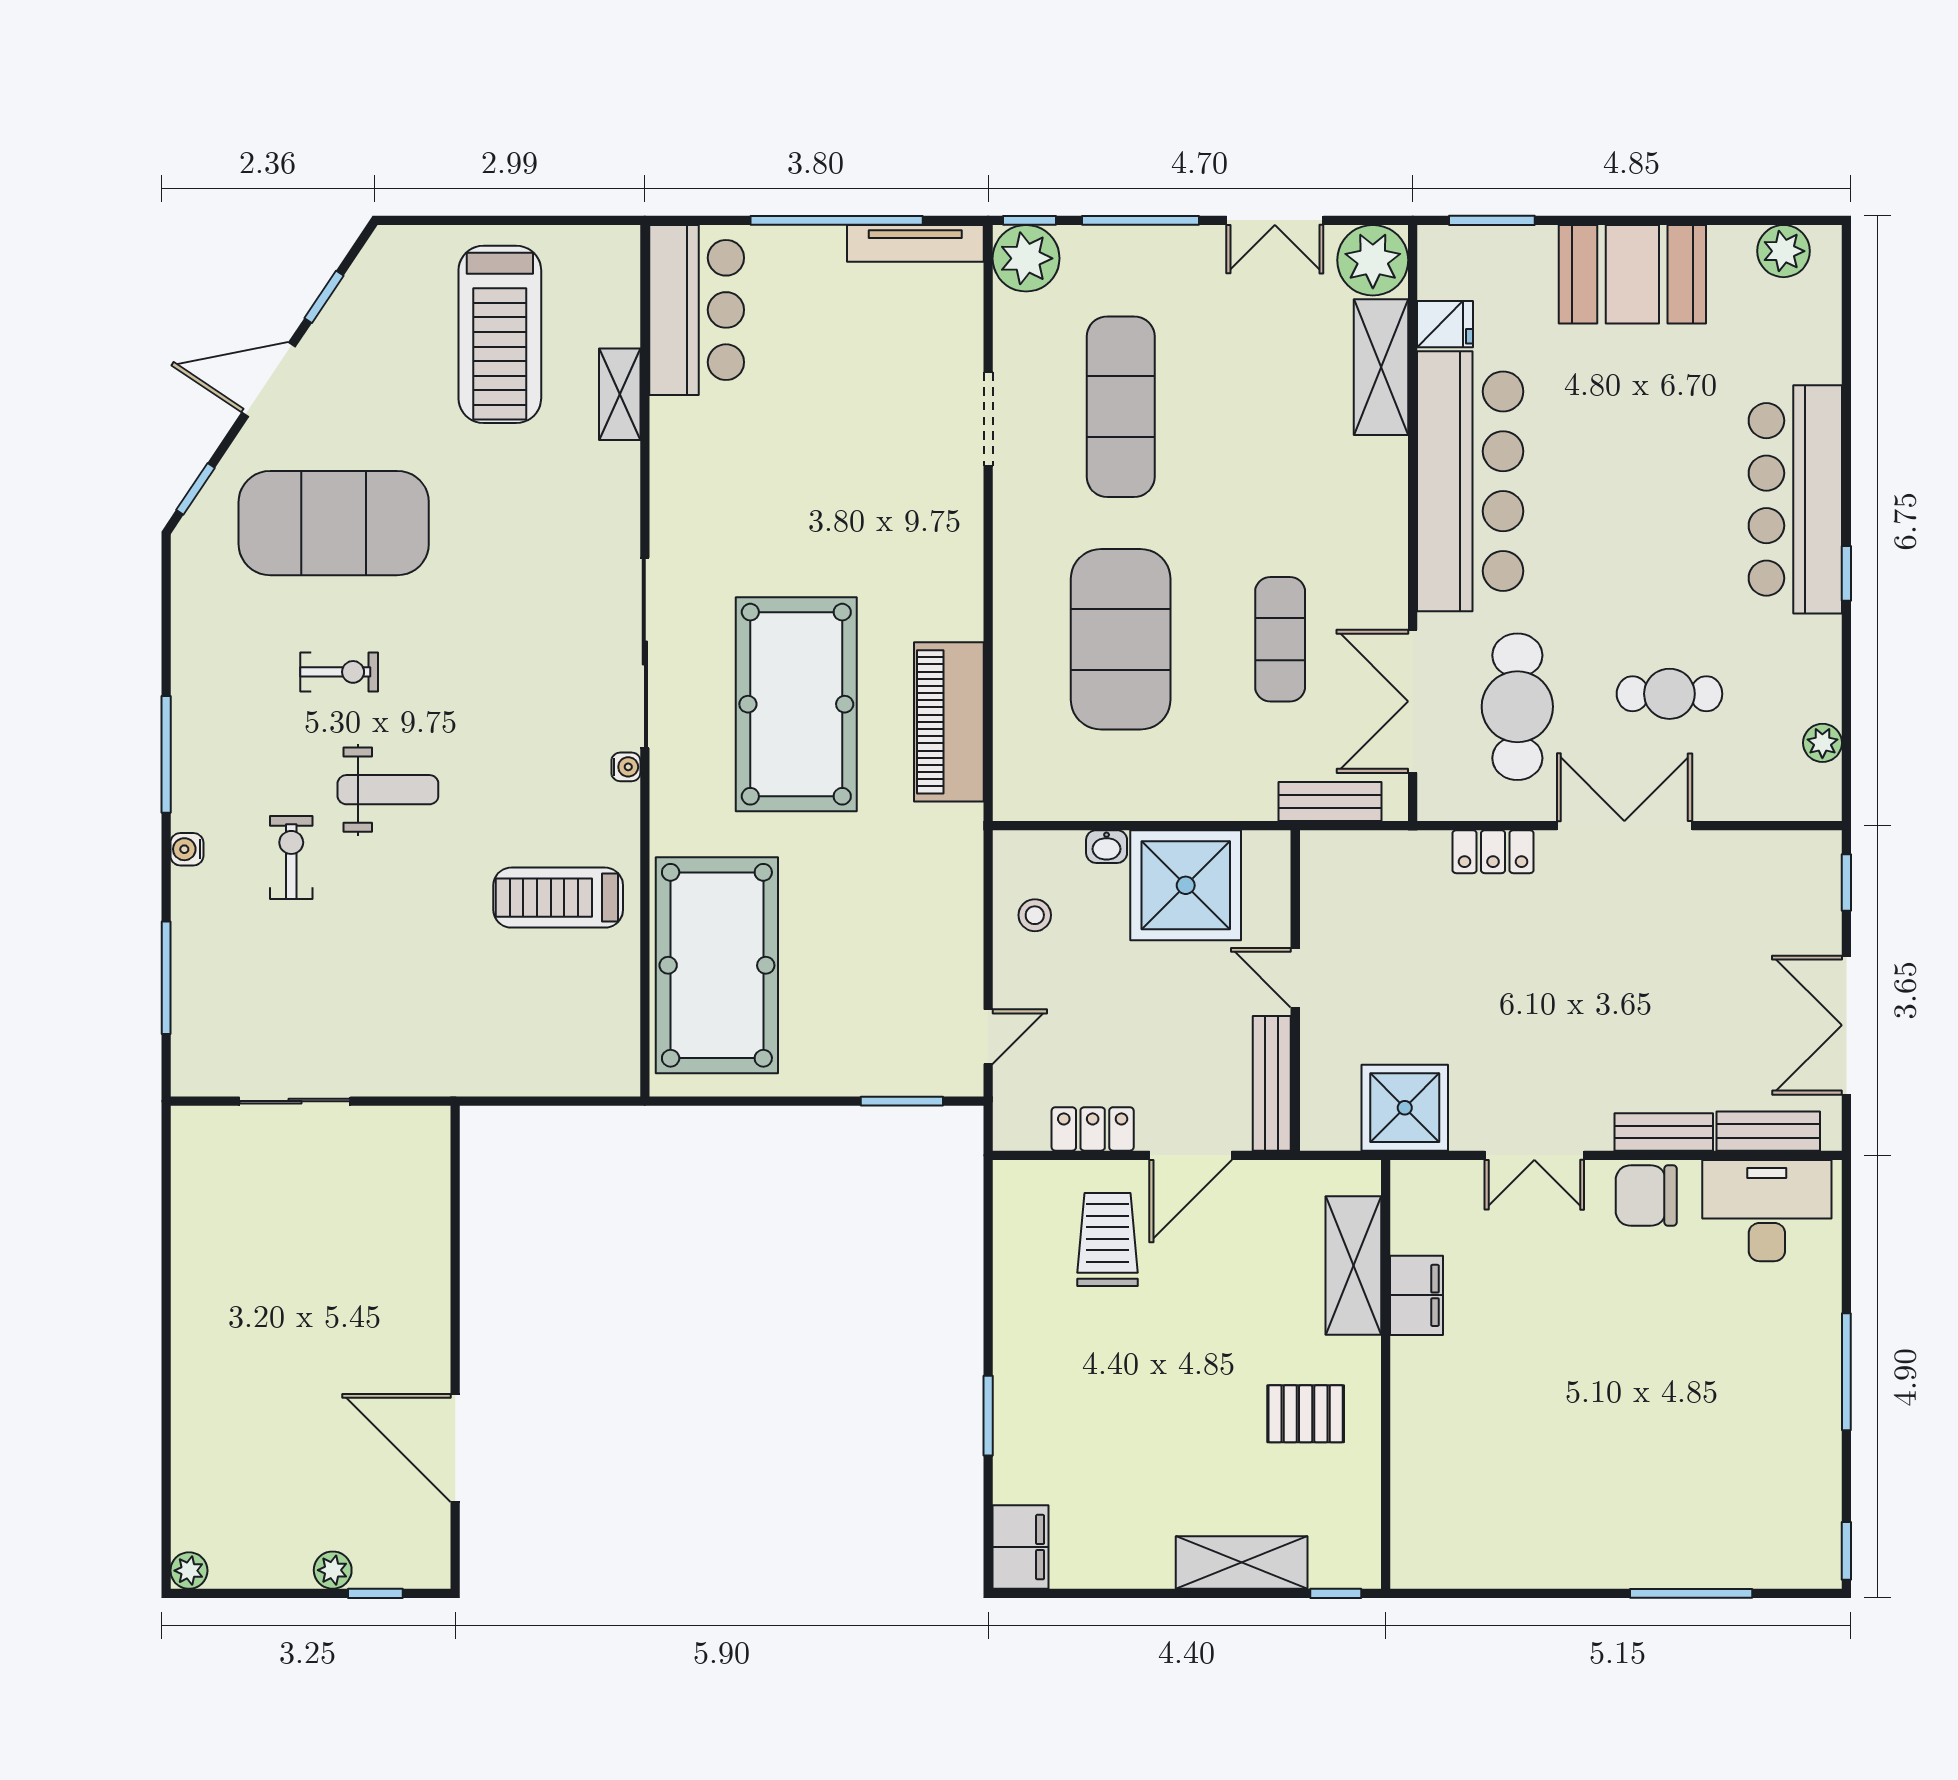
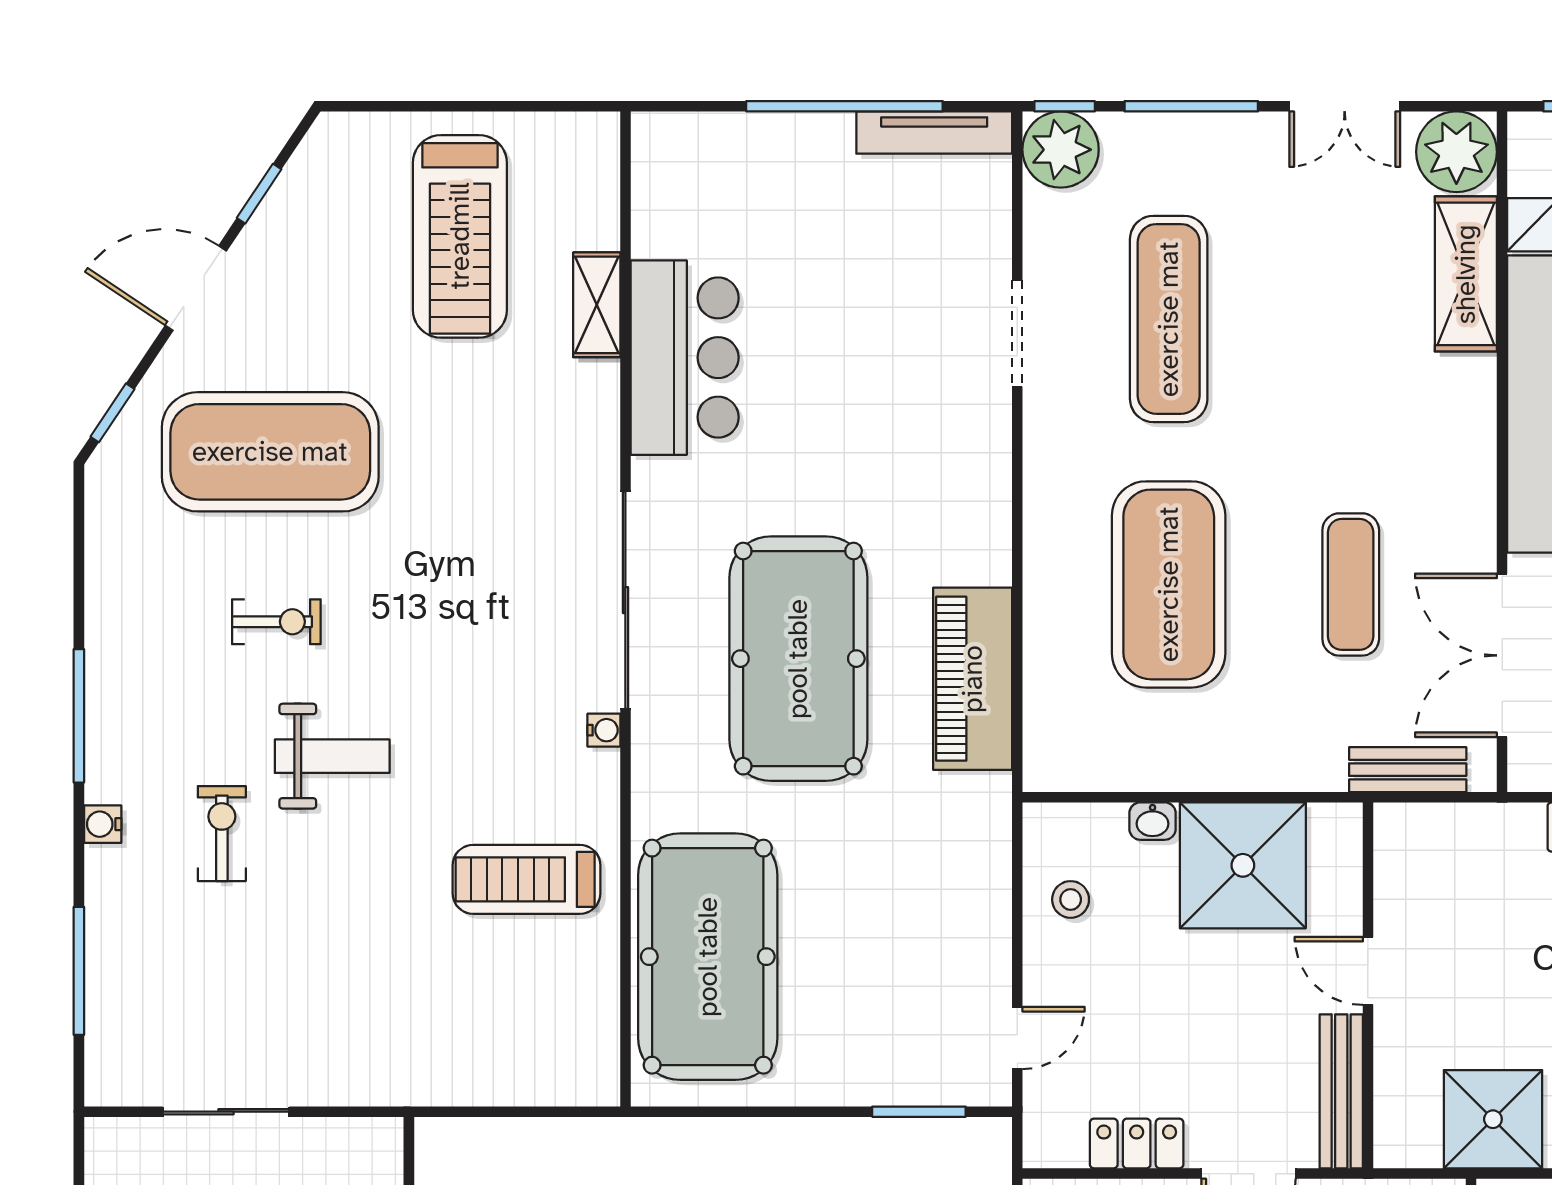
bar counter: (697, 310) -> (685, 358), moved

